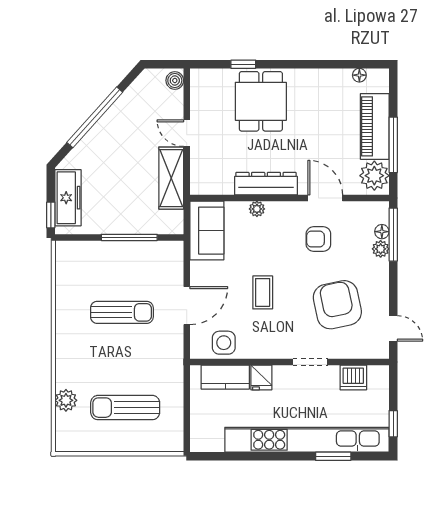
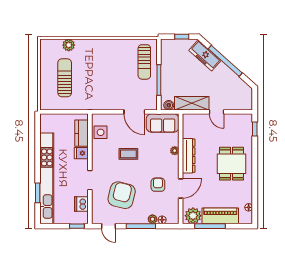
window: (243, 64) -> (255, 129), moved
boiler: (175, 80) -> (169, 105), moved
dining table: (261, 101) -> (231, 164), moved, turned 90
door: (187, 133) -> (217, 112), swing flipped
freezer: (68, 198) -> (205, 55), moved, turned 42
window: (51, 215) -> (182, 37), moved
window: (393, 235) -> (141, 226), moved
armchair: (337, 305) -> (122, 195), turned -64
door: (187, 306) -> (134, 112), moved
sun lounger: (122, 312) -> (144, 62), moved
door: (393, 328) -> (109, 226), hinge flipped
window: (393, 424) -> (77, 226), moved

